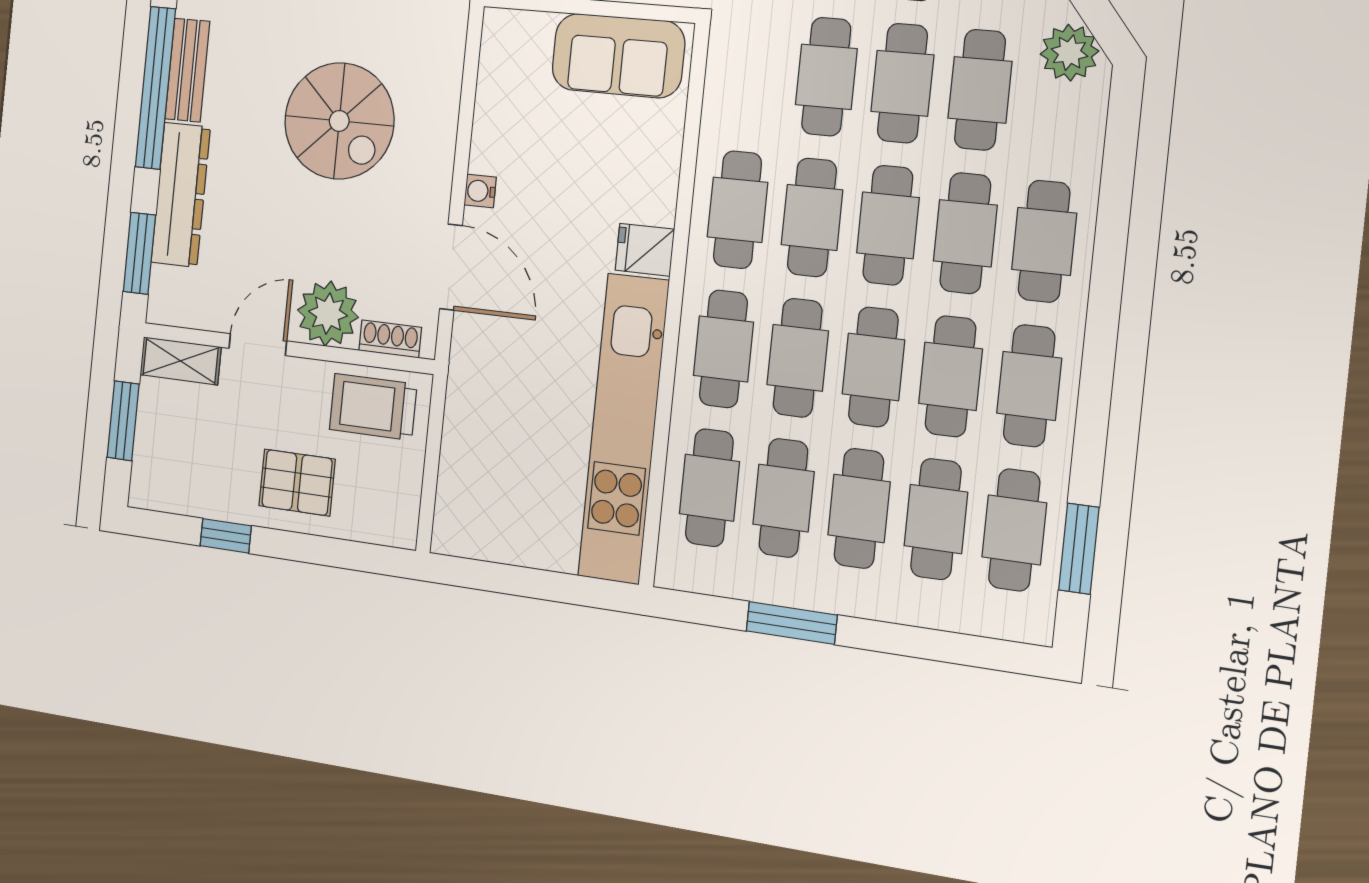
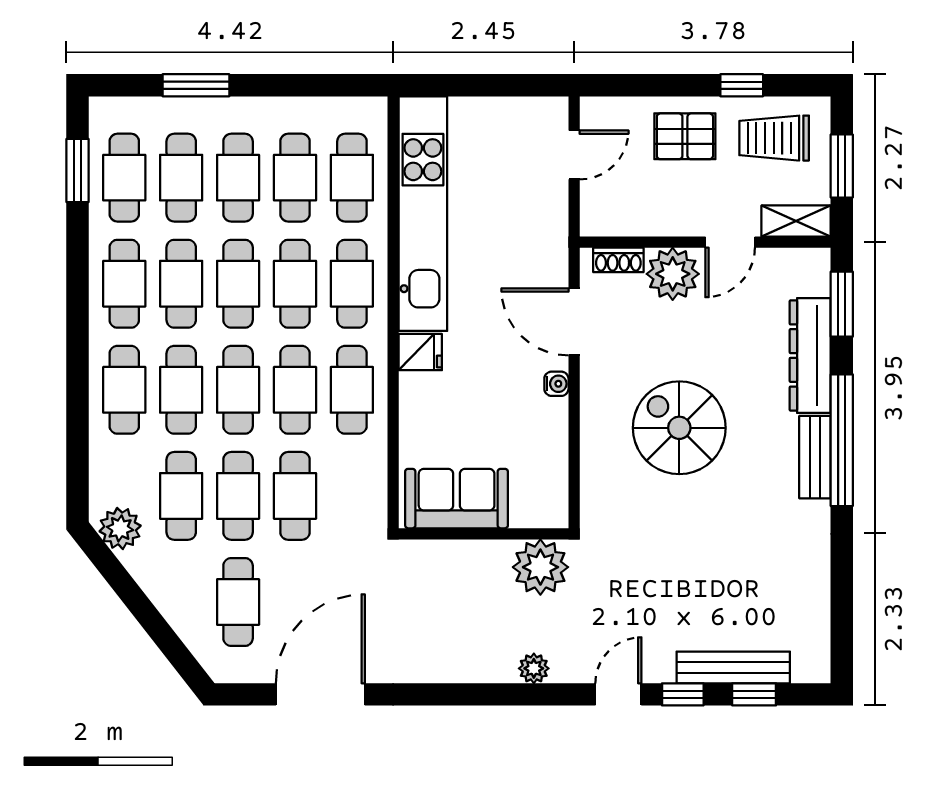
trolley: (373, 407) -> (774, 138), moved, turned 180
door: (430, 478) -> (574, 155), added
window: (792, 623) -> (196, 85), moved

